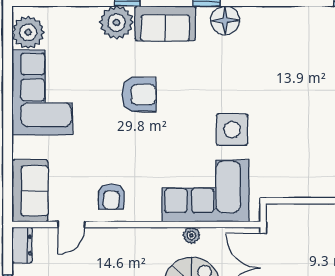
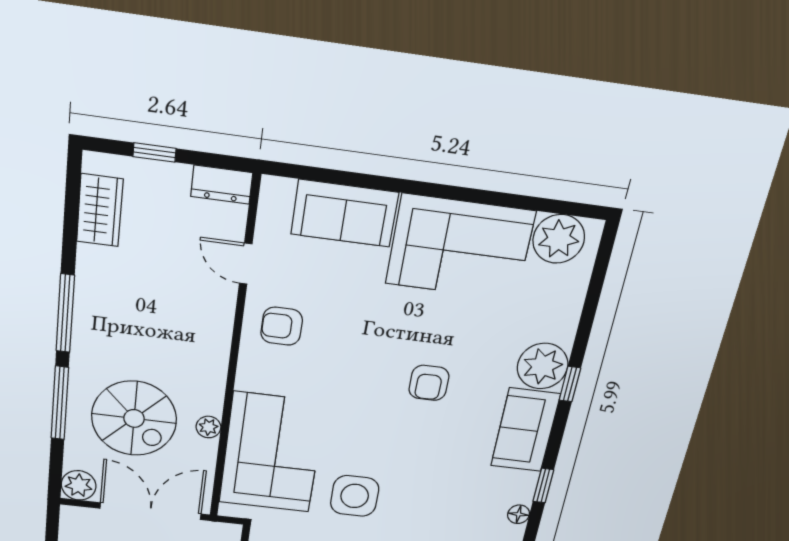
floor lamp: (225, 20) -> (519, 514), width x0.53, depth x0.53
armchair: (139, 95) -> (429, 383), width x0.72, depth x0.72
sofa: (30, 191) -> (345, 213), moved

